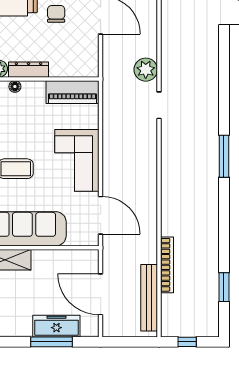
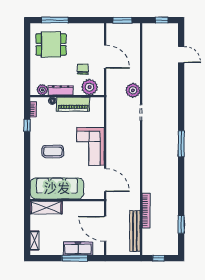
chair: (56, 14) -> (83, 69), moved
plant: (75, 64) -> (90, 87), added
piano: (72, 92) -> (73, 104), moved

